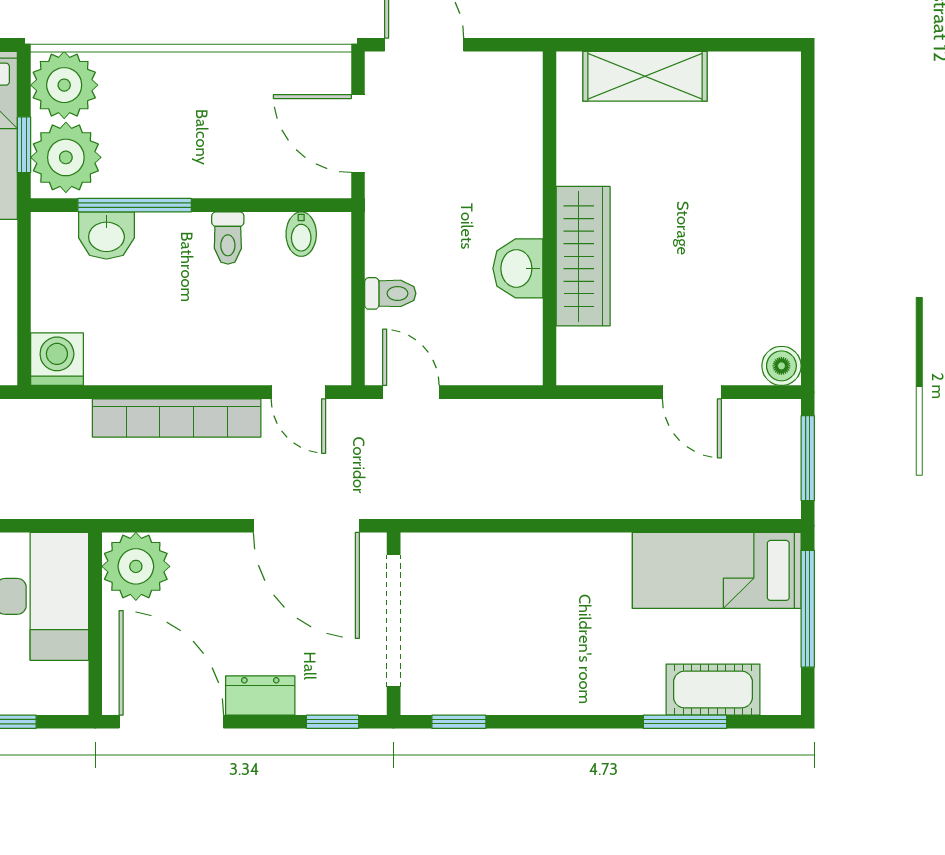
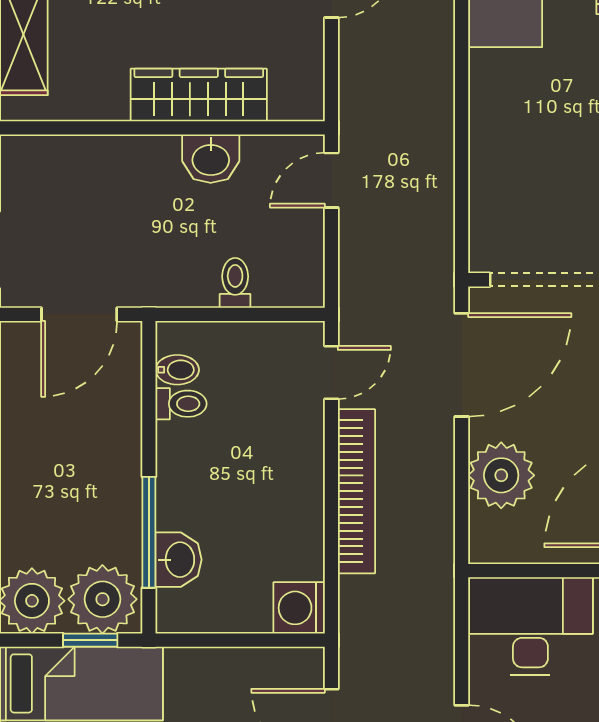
toilet: (228, 238) -> (181, 404), moved
door: (411, 392) -> (331, 180), moved
plant: (136, 566) -> (501, 475), moved

